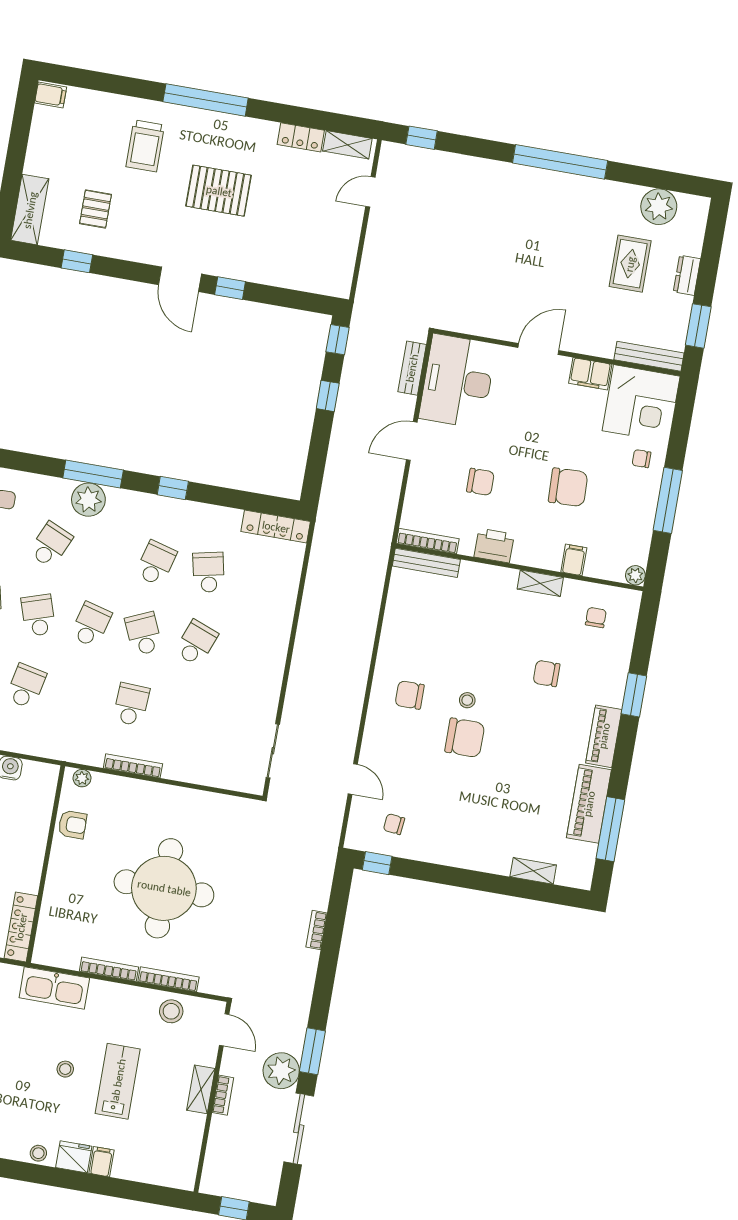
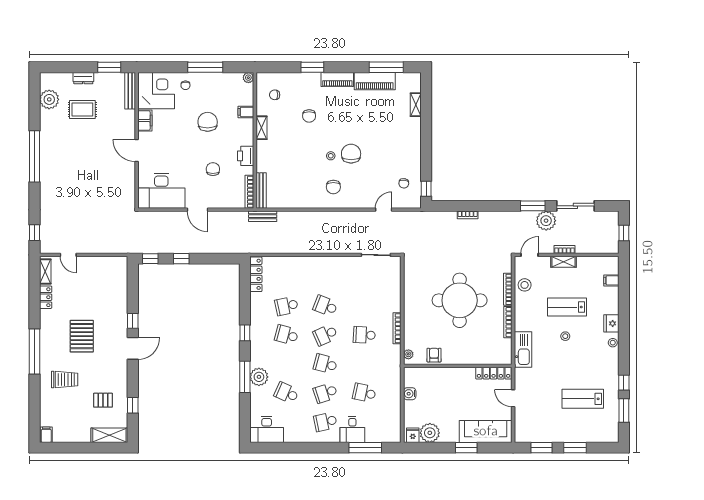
bench: (412, 368) -> (263, 216), moved
filing cabinet: (102, 1162) -> (611, 280), moved

